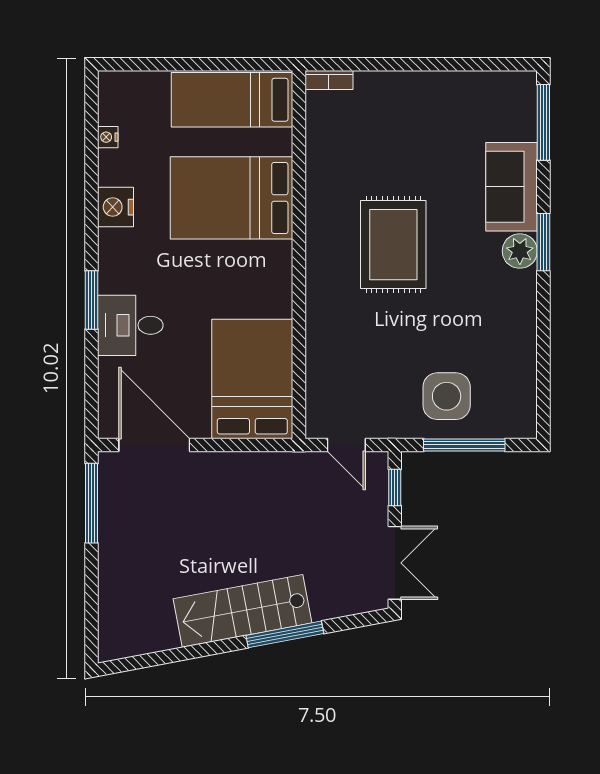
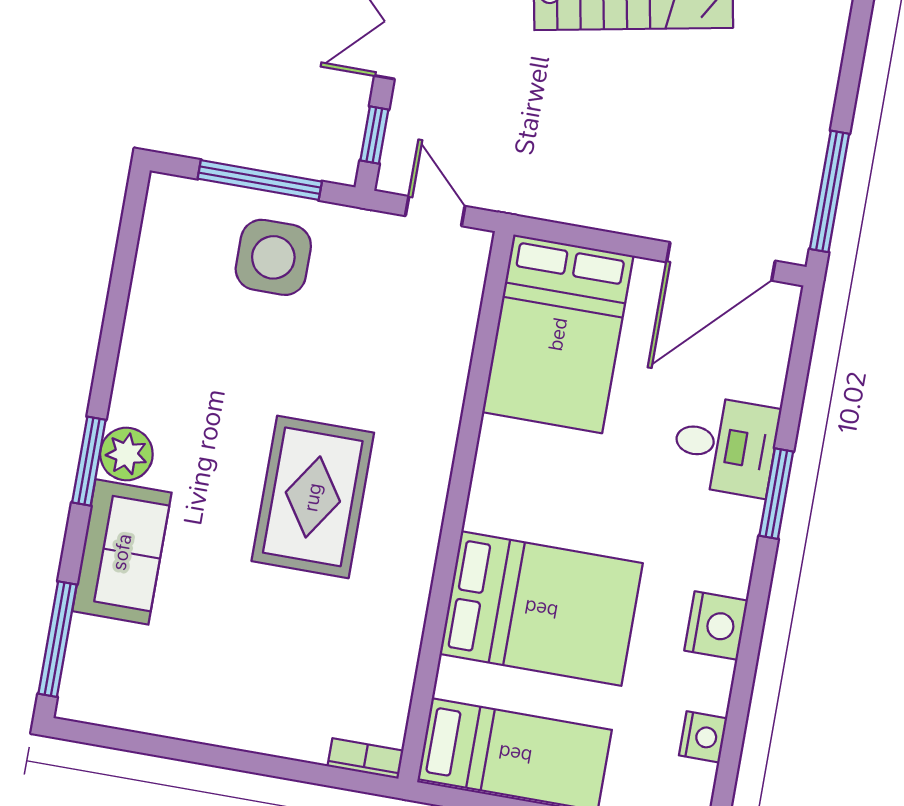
nightstand: (108, 137) -> (703, 737), width x1.39, depth x1.35
door: (154, 445) -> (721, 261), hinge flipped

